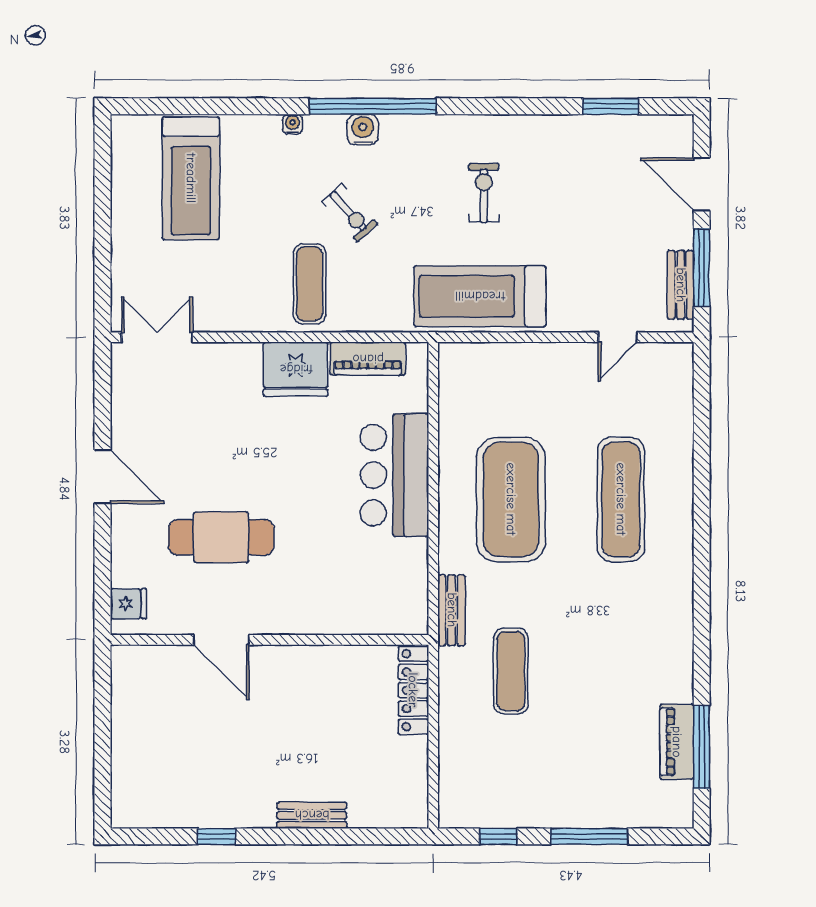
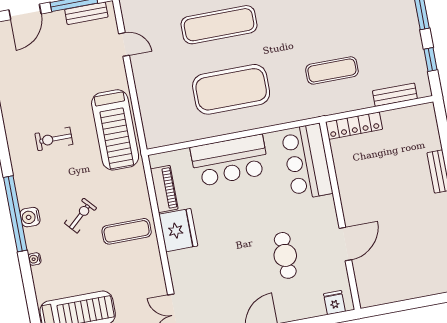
cafe table: (221, 537) -> (285, 255), width x0.73, depth x0.74
bar counter: (368, 602) -> (307, 162), added
bench: (452, 610) -> (395, 95), moved

